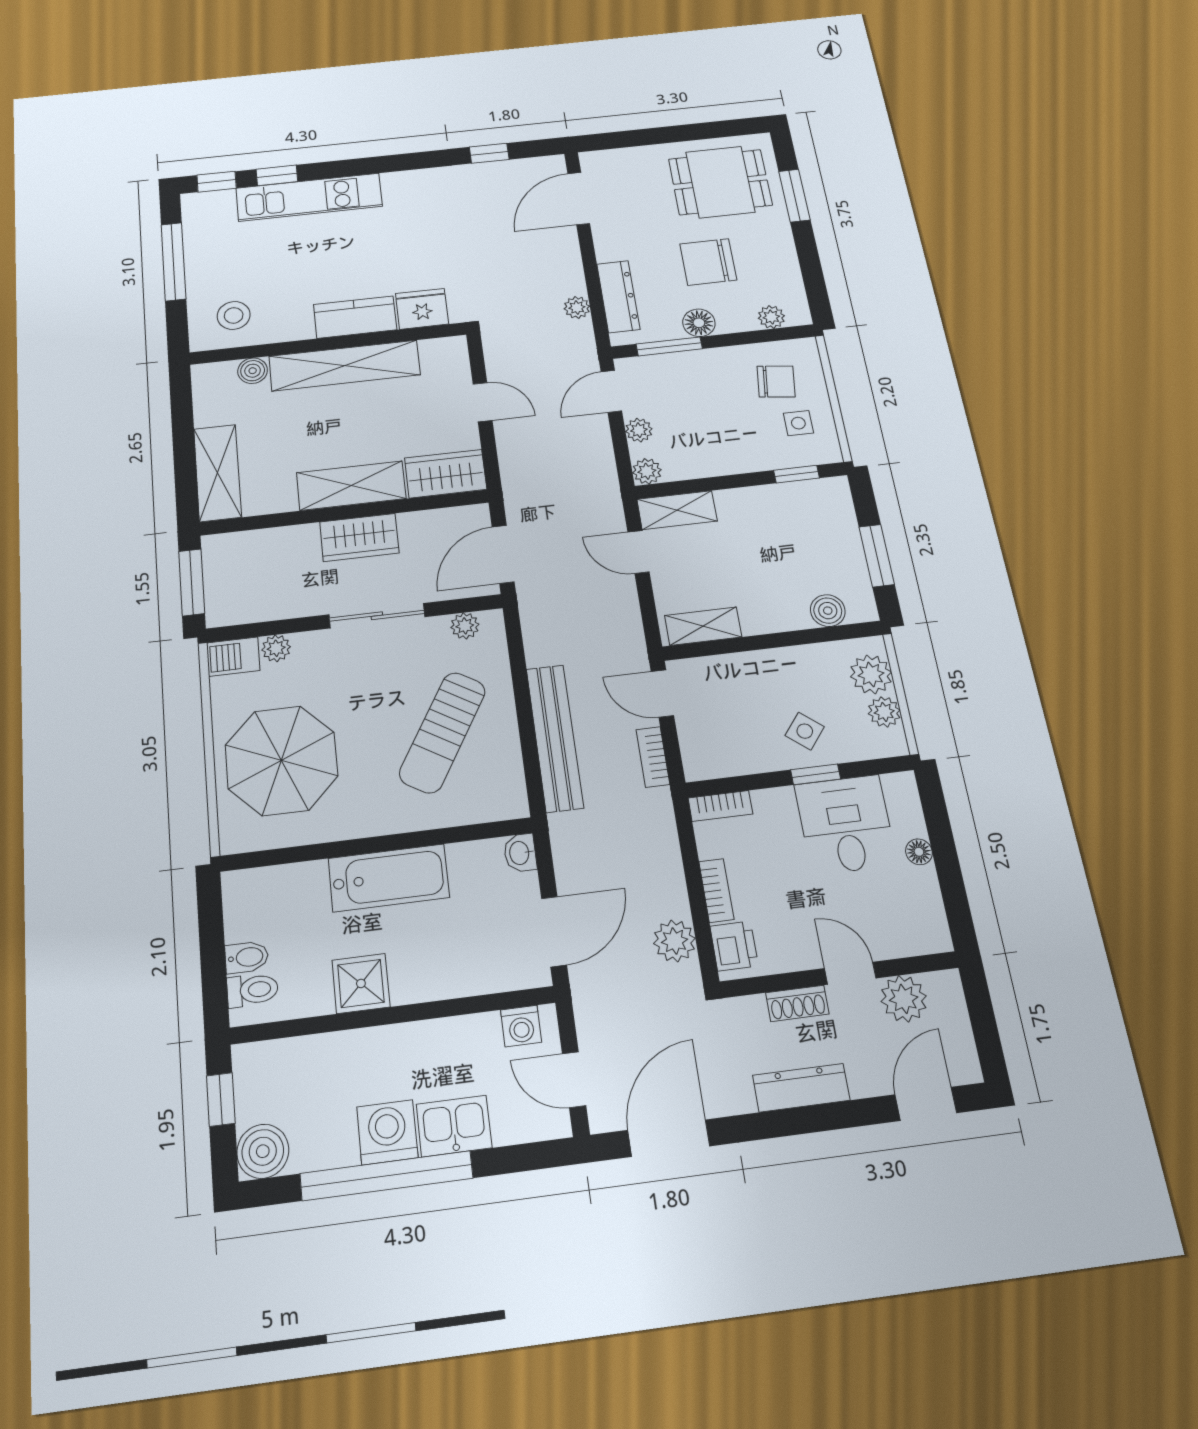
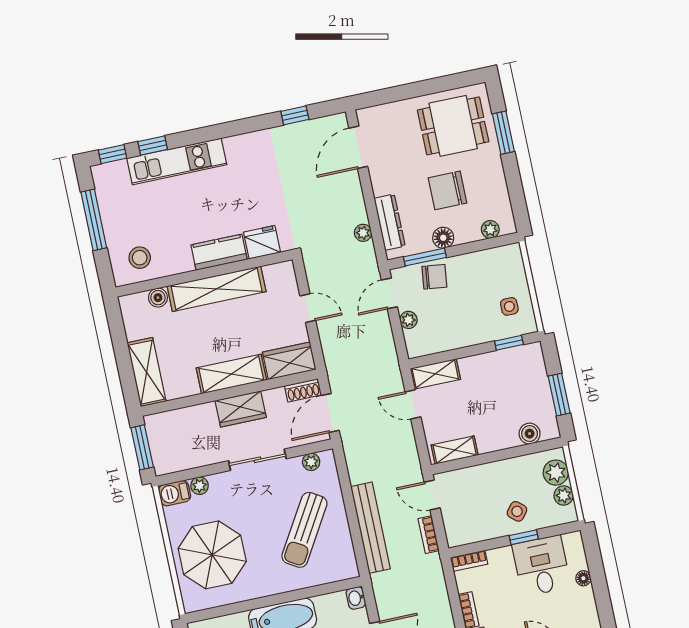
chair: (776, 381) -> (434, 277), moved
plant: (647, 471) -> (415, 349), removed
shoe rack: (463, 518) -> (303, 390), added

